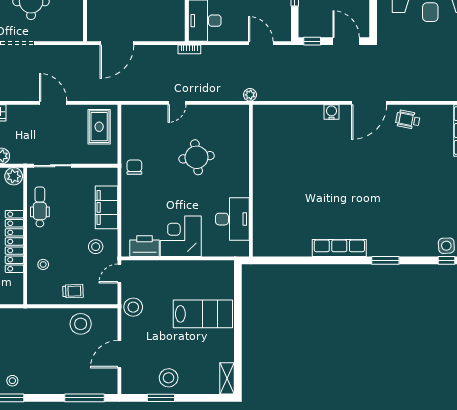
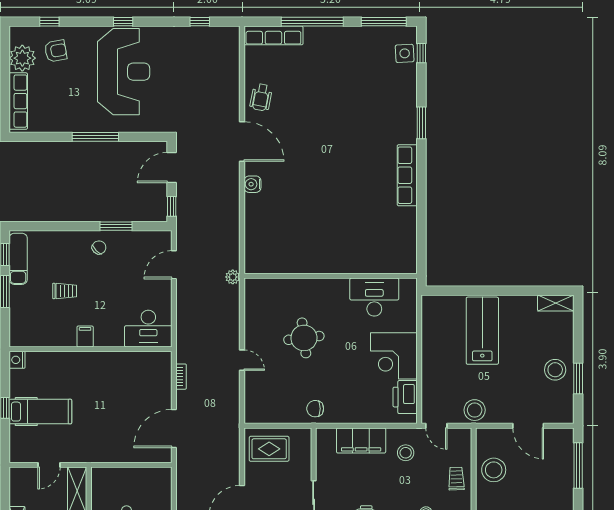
door: (117, 43) -> (174, 429), swing flipped
bookcase: (189, 49) -> (181, 377), moved

